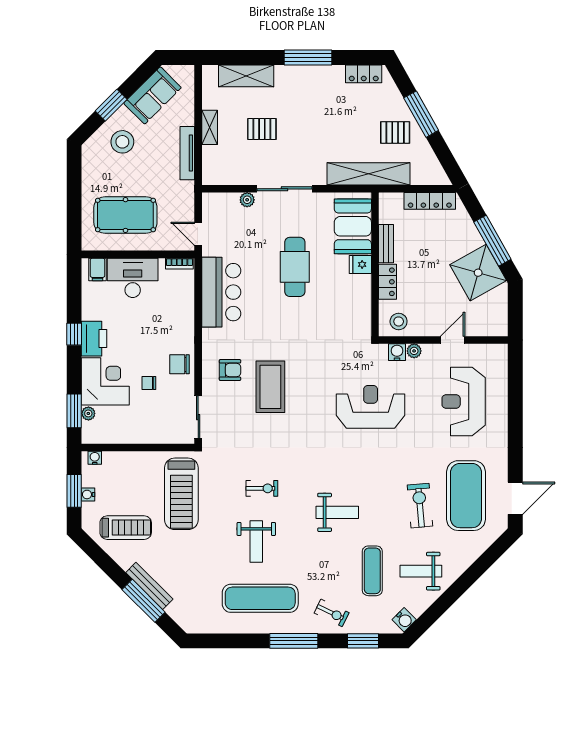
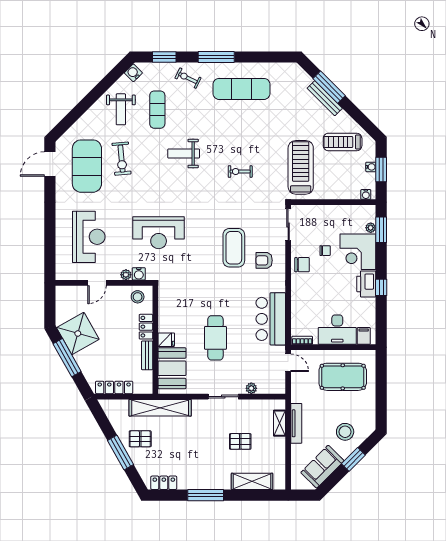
shelving: (210, 127) -> (280, 423), moved
sliding door: (284, 189) -> (223, 397), width x0.73
weight bench: (256, 542) -> (244, 132), removed
weight bench: (421, 571) -> (121, 109), turned 90

